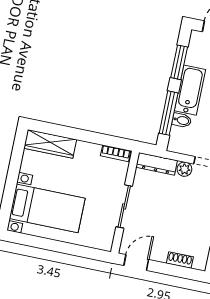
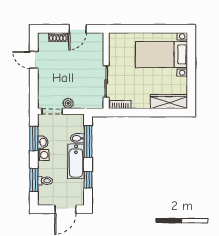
window: (179, 62) -> (88, 180), width x0.67
dresser: (157, 164) -> (89, 103), removed
sliding door: (124, 206) -> (106, 81), moved
door: (136, 263) -> (78, 29), moved

